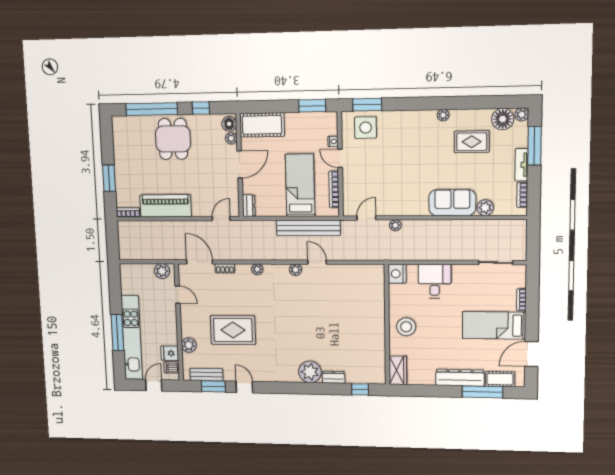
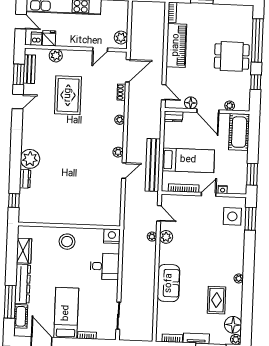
floor lamp: (229, 124) -> (191, 103), moved
plant: (485, 208) -> (166, 237), moved
wardrobe: (398, 370) -> (24, 251), moved, turned -90

